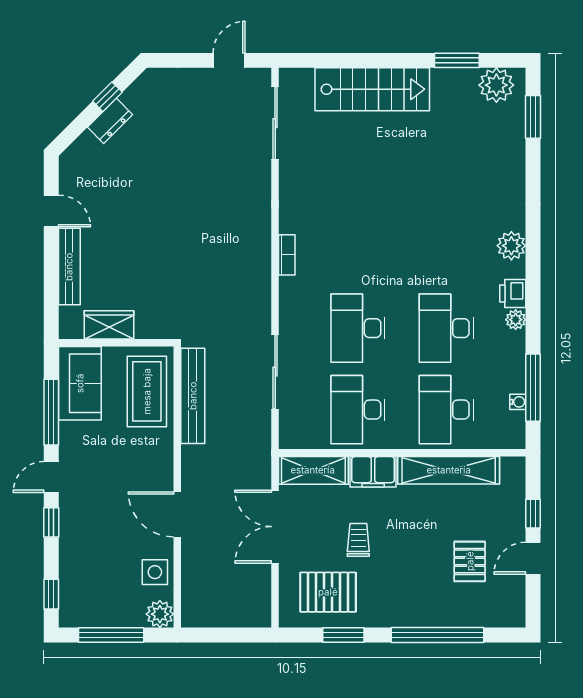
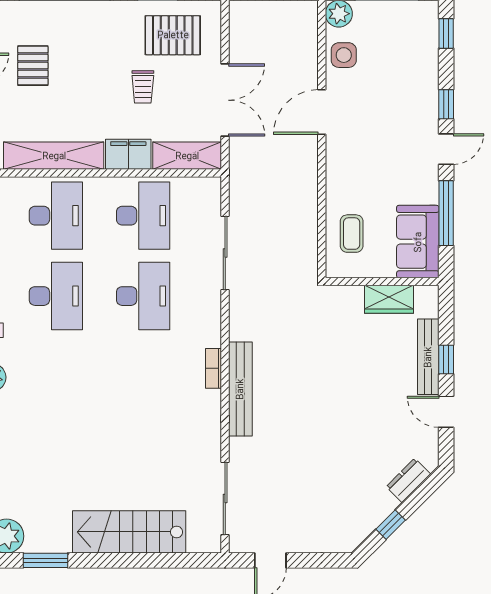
dresser: (110, 121) -> (408, 480), moved
window: (51, 264) -> (446, 359), added
coffee table: (147, 391) -> (352, 234), width x0.54, depth x0.58
bench: (193, 396) -> (240, 389), moved
door: (177, 514) -> (322, 112), swing flipped

